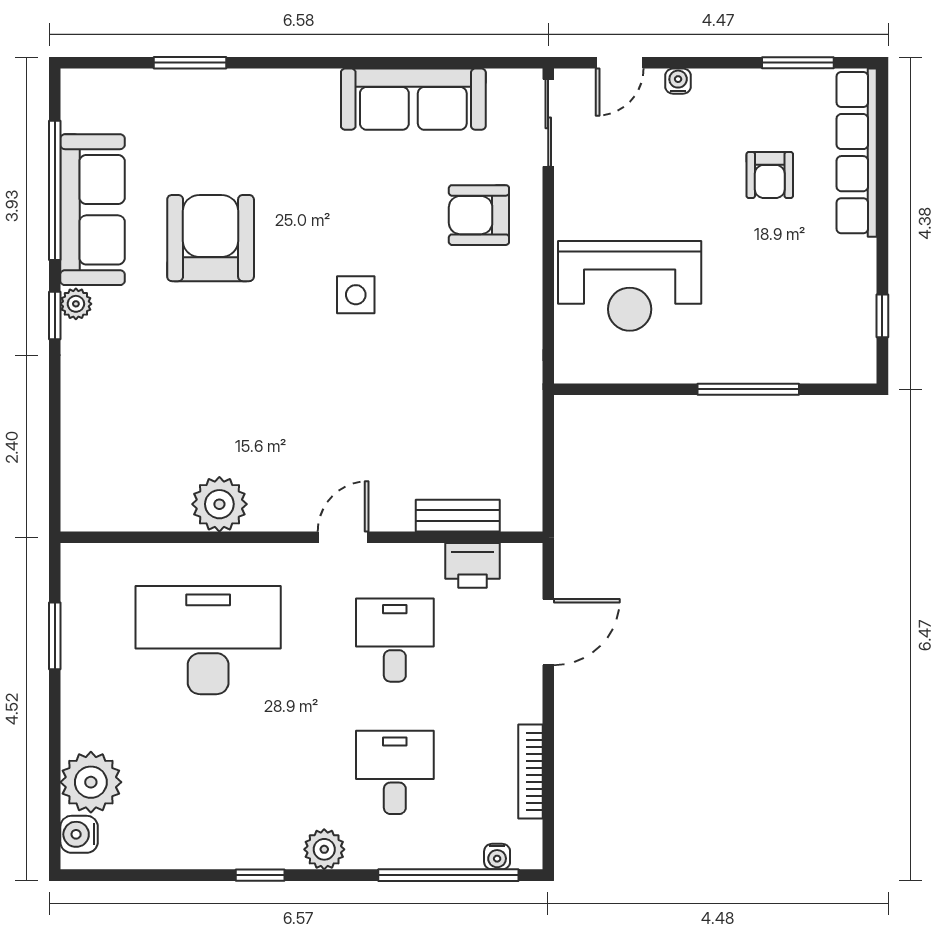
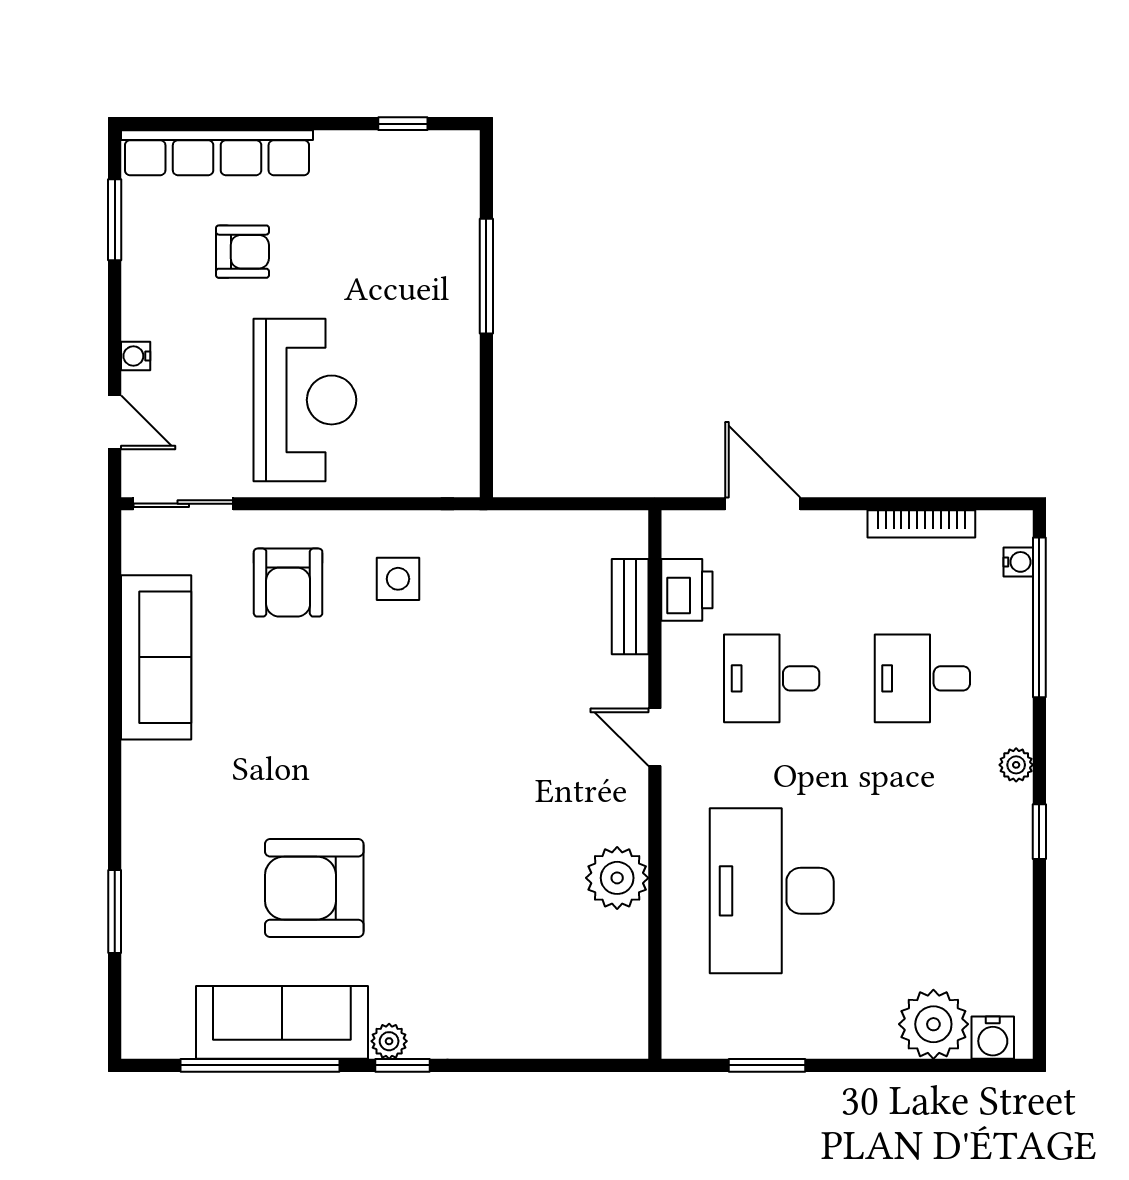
reception desk: (630, 286) -> (305, 400), moved
side table: (356, 295) -> (398, 579), moved
plant: (324, 849) -> (1016, 765), width x0.73, depth x0.73

